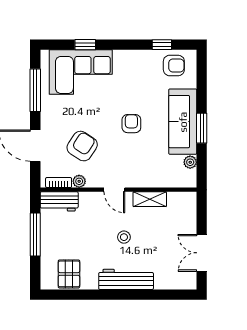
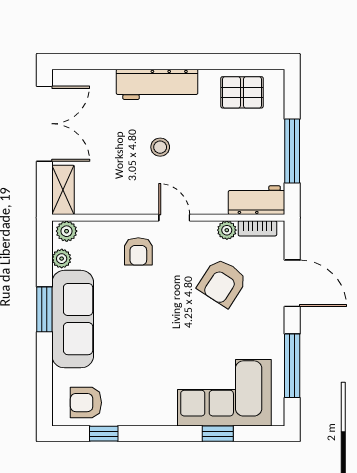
armchair: (131, 124) -> (138, 251), moved
plant: (187, 181) -> (67, 231), added
shelving: (150, 199) -> (63, 190), moved, turned 90
double door: (202, 253) -> (44, 124), width x1.37
pallet: (69, 274) -> (242, 92), turned 90

